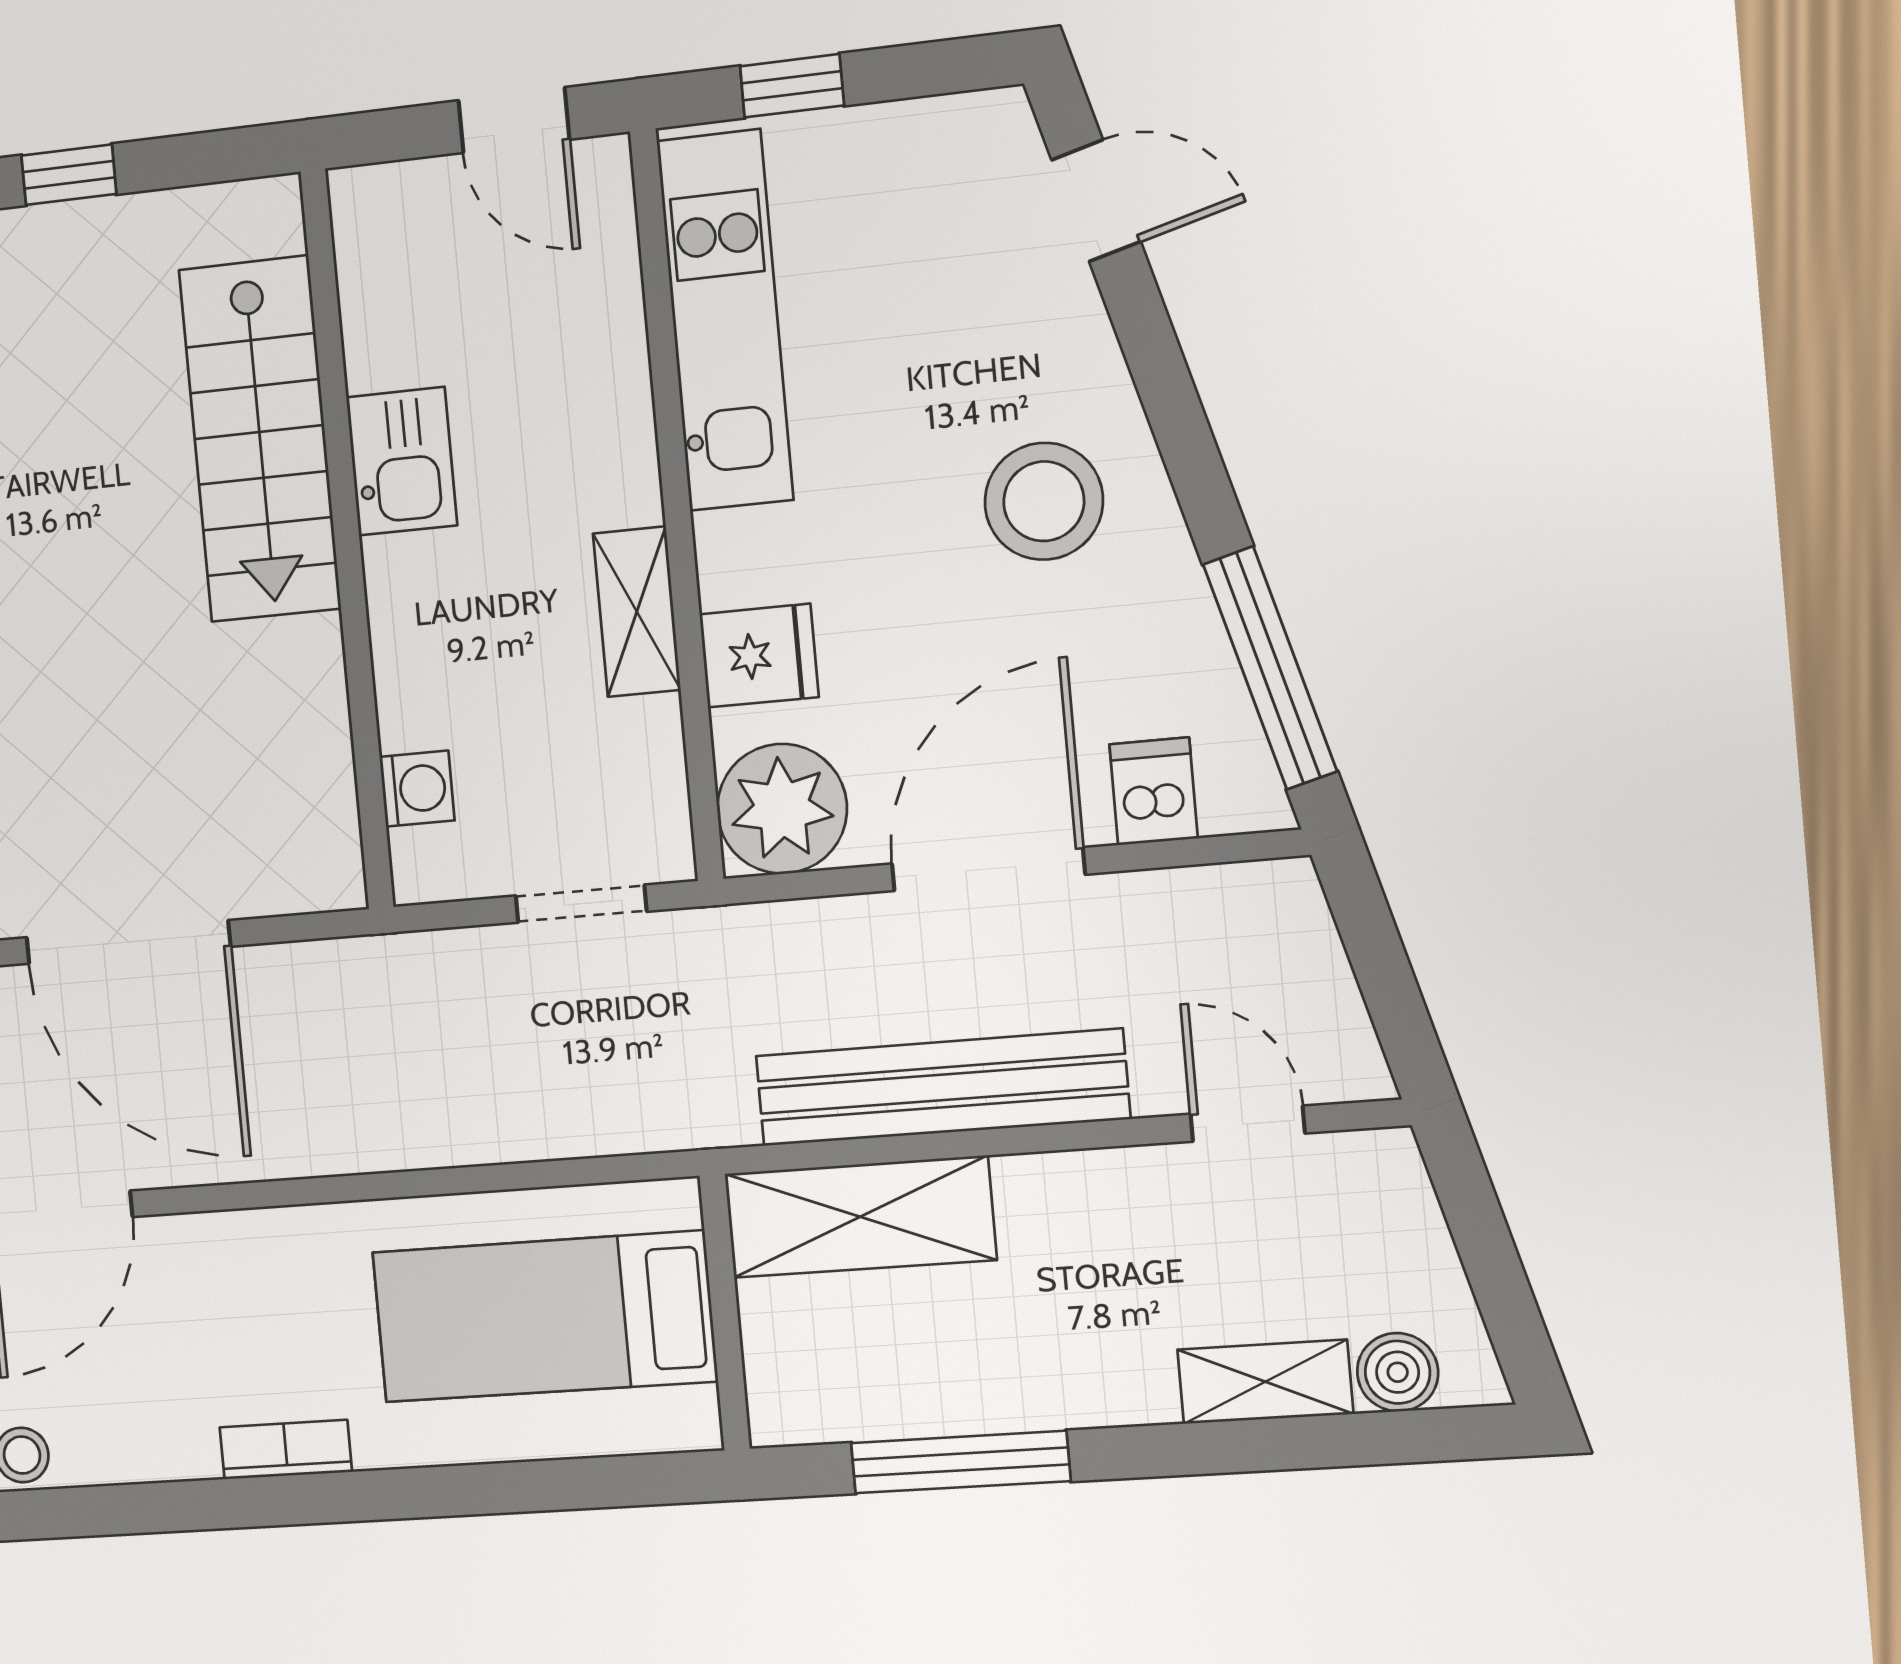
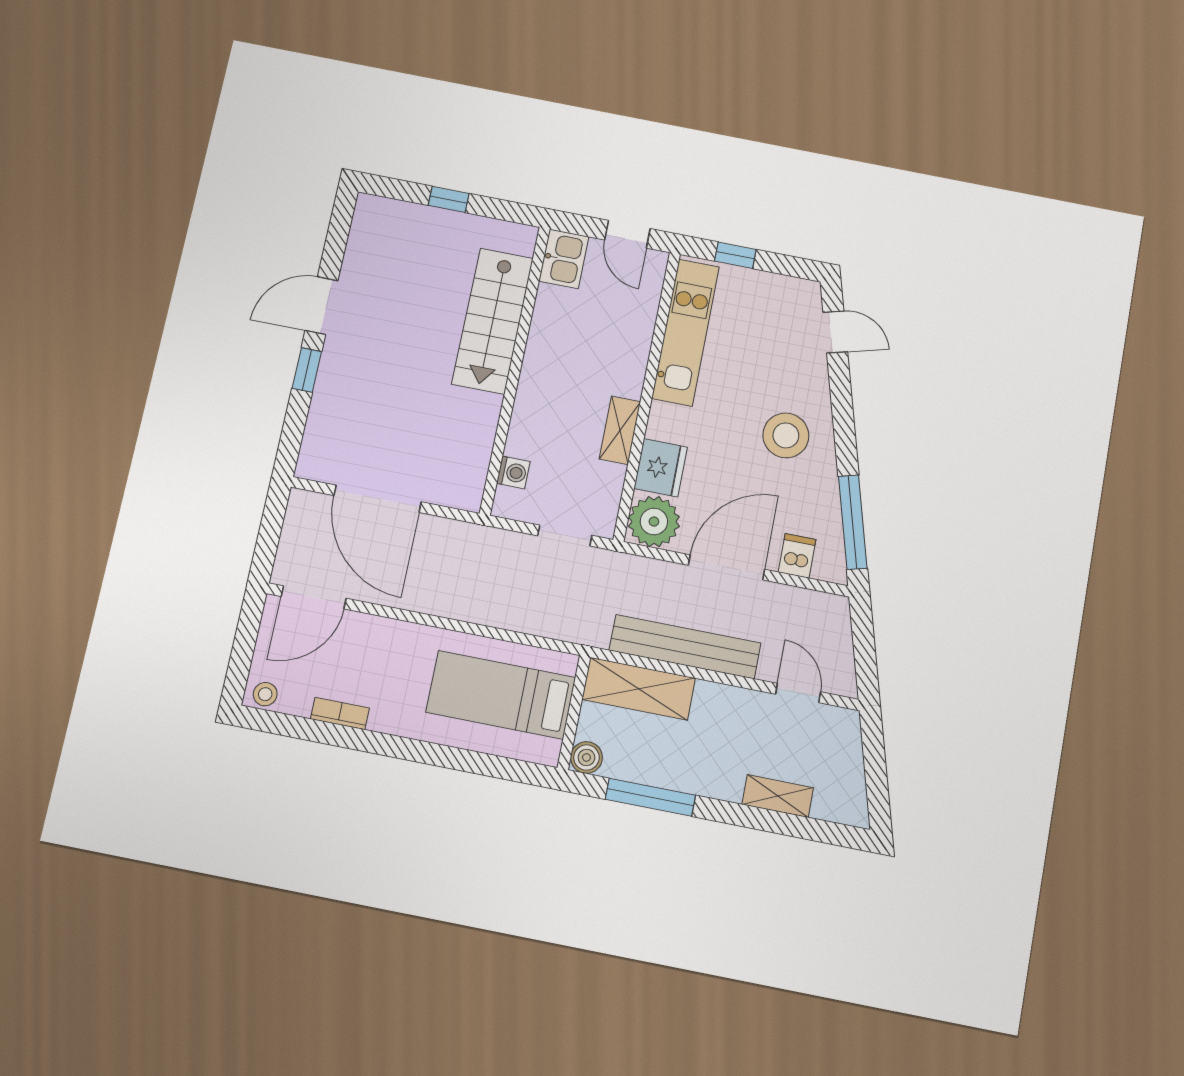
kitchen sink: (402, 461) -> (564, 259), moved
fridge: (759, 656) -> (661, 468), width x1.38
boiler: (1398, 1372) -> (586, 757), moved
bookcase: (286, 1450) -> (340, 713), moved

